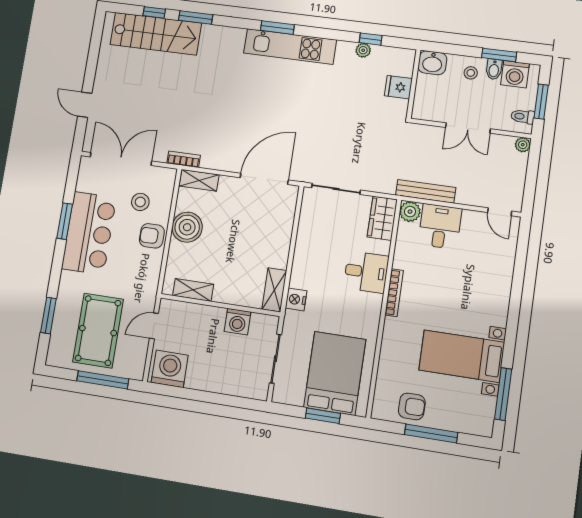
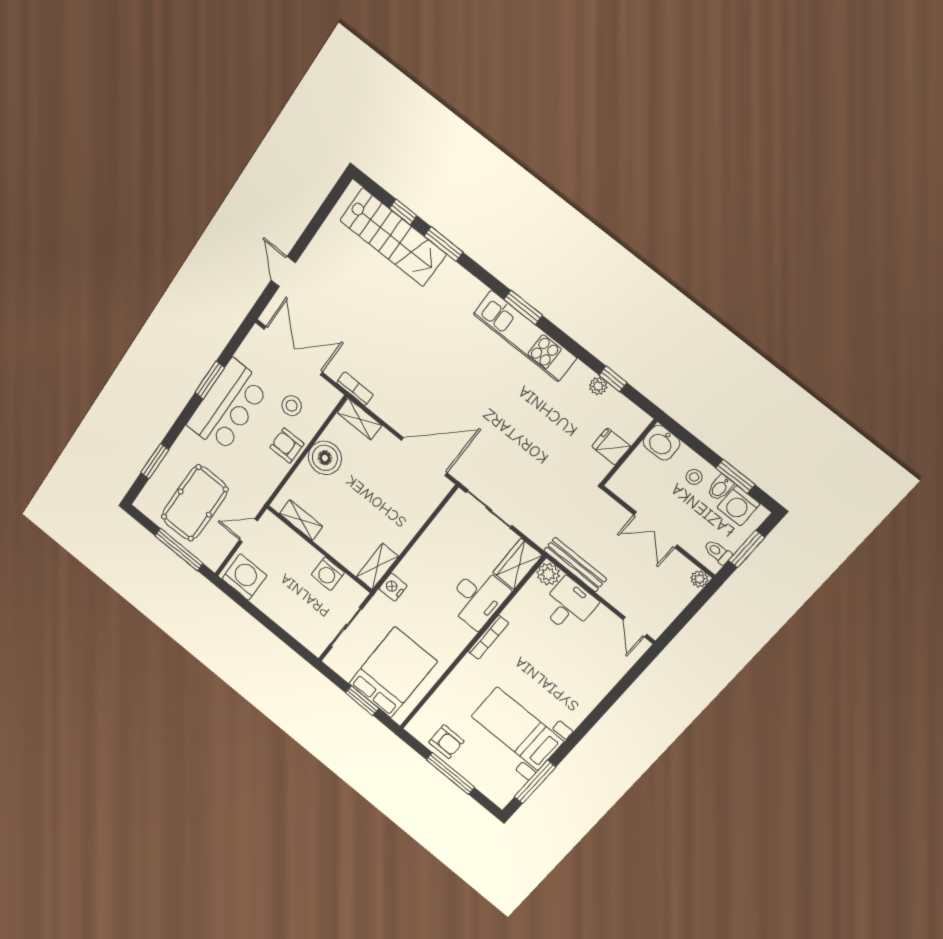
desk: (366, 272) -> (478, 597), width x1.37

